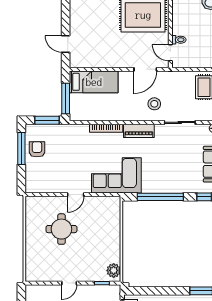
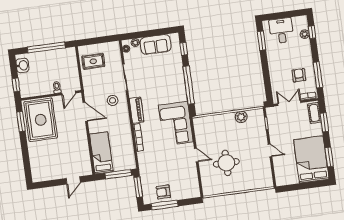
plant: (114, 270) -> (241, 117), moved

